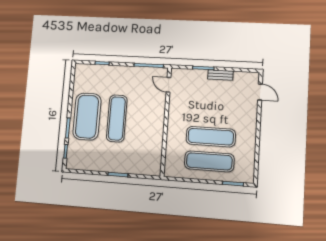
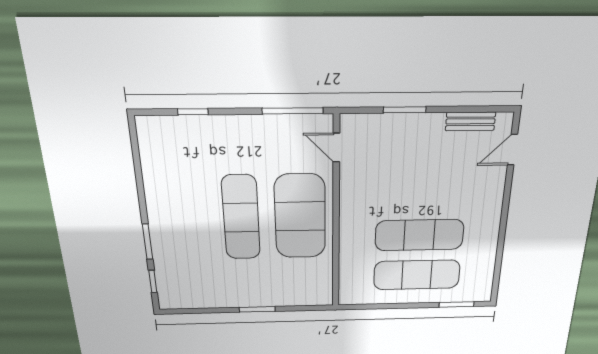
bench: (220, 75) -> (470, 121), moved
door: (260, 92) -> (512, 150), swing flipped
exercise mat: (87, 117) -> (300, 216), moved

